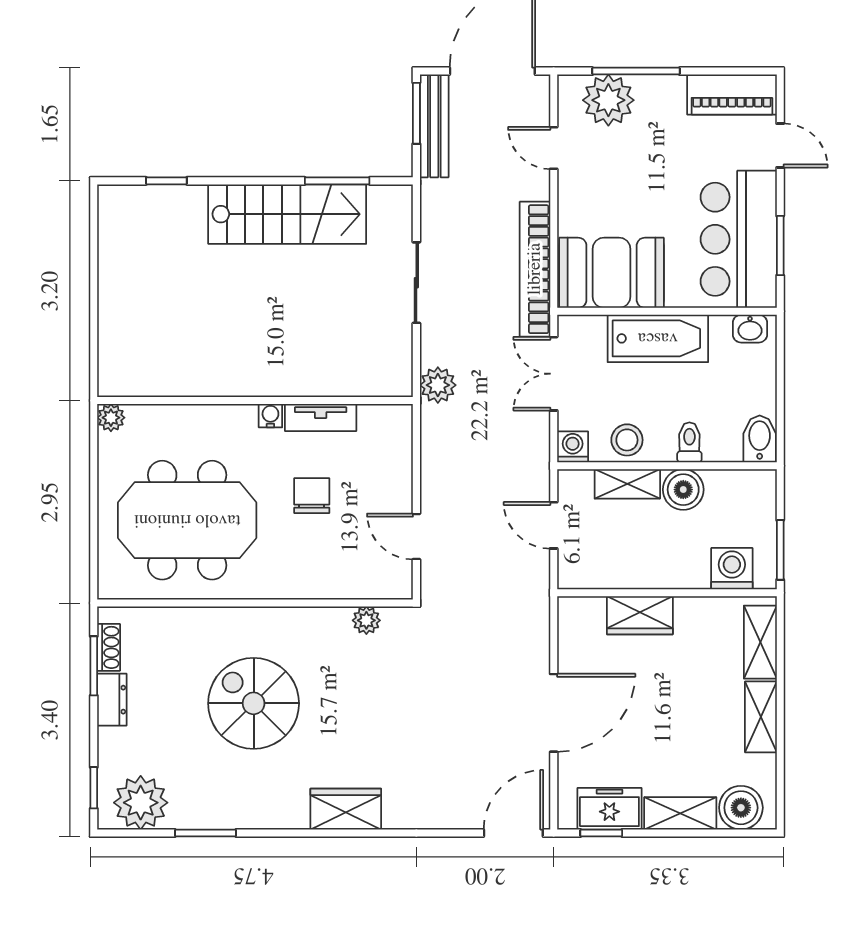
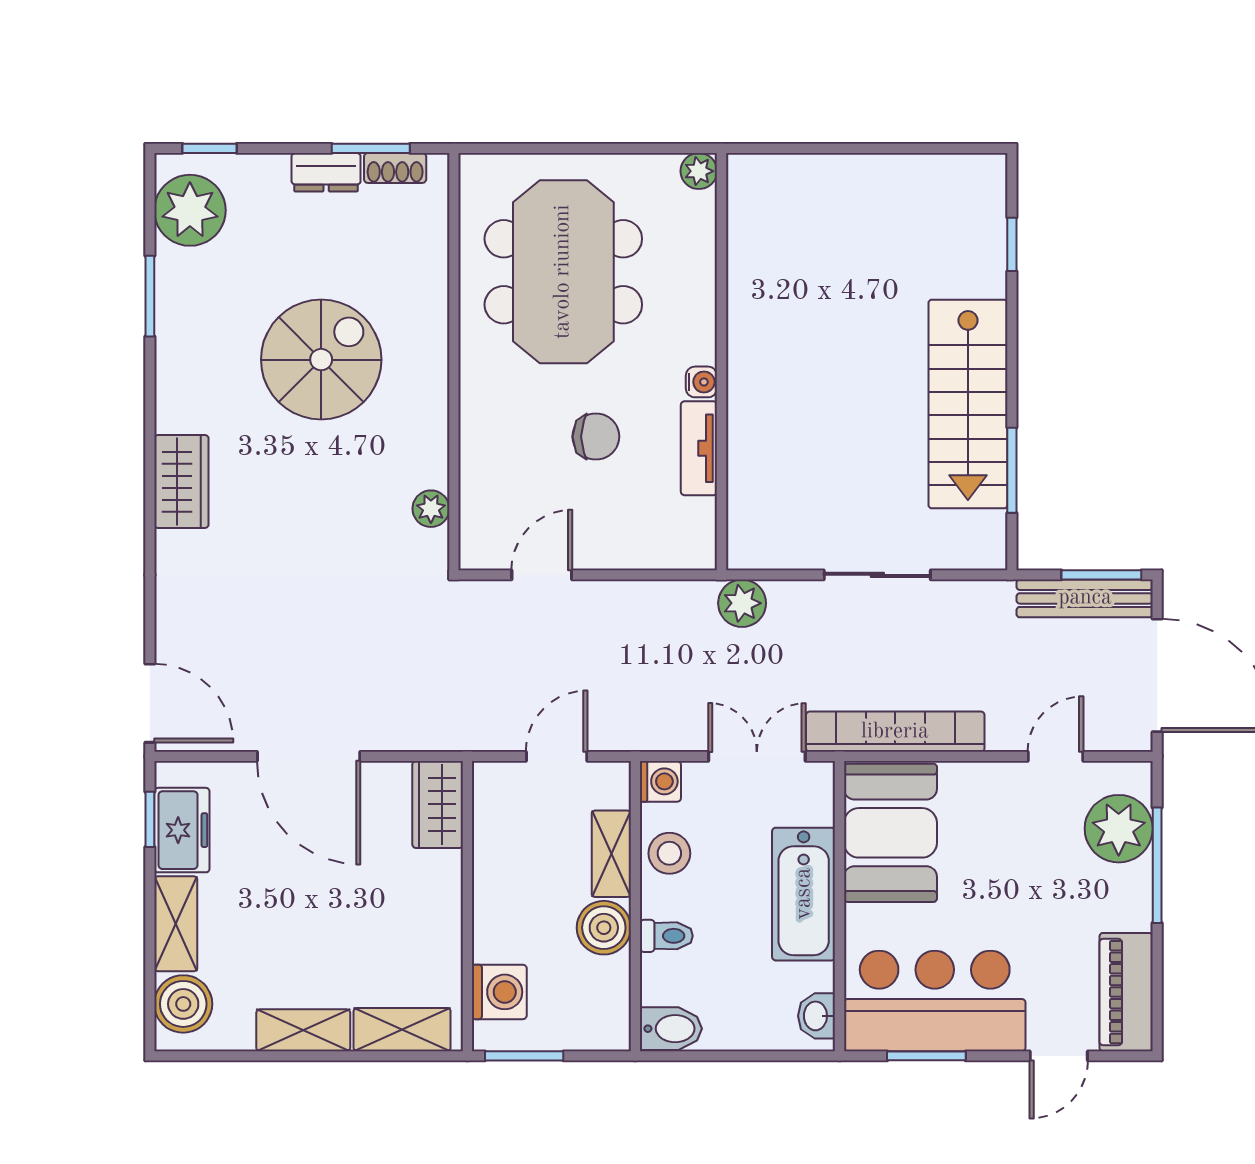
wardrobe: (640, 615) -> (438, 804), moved

